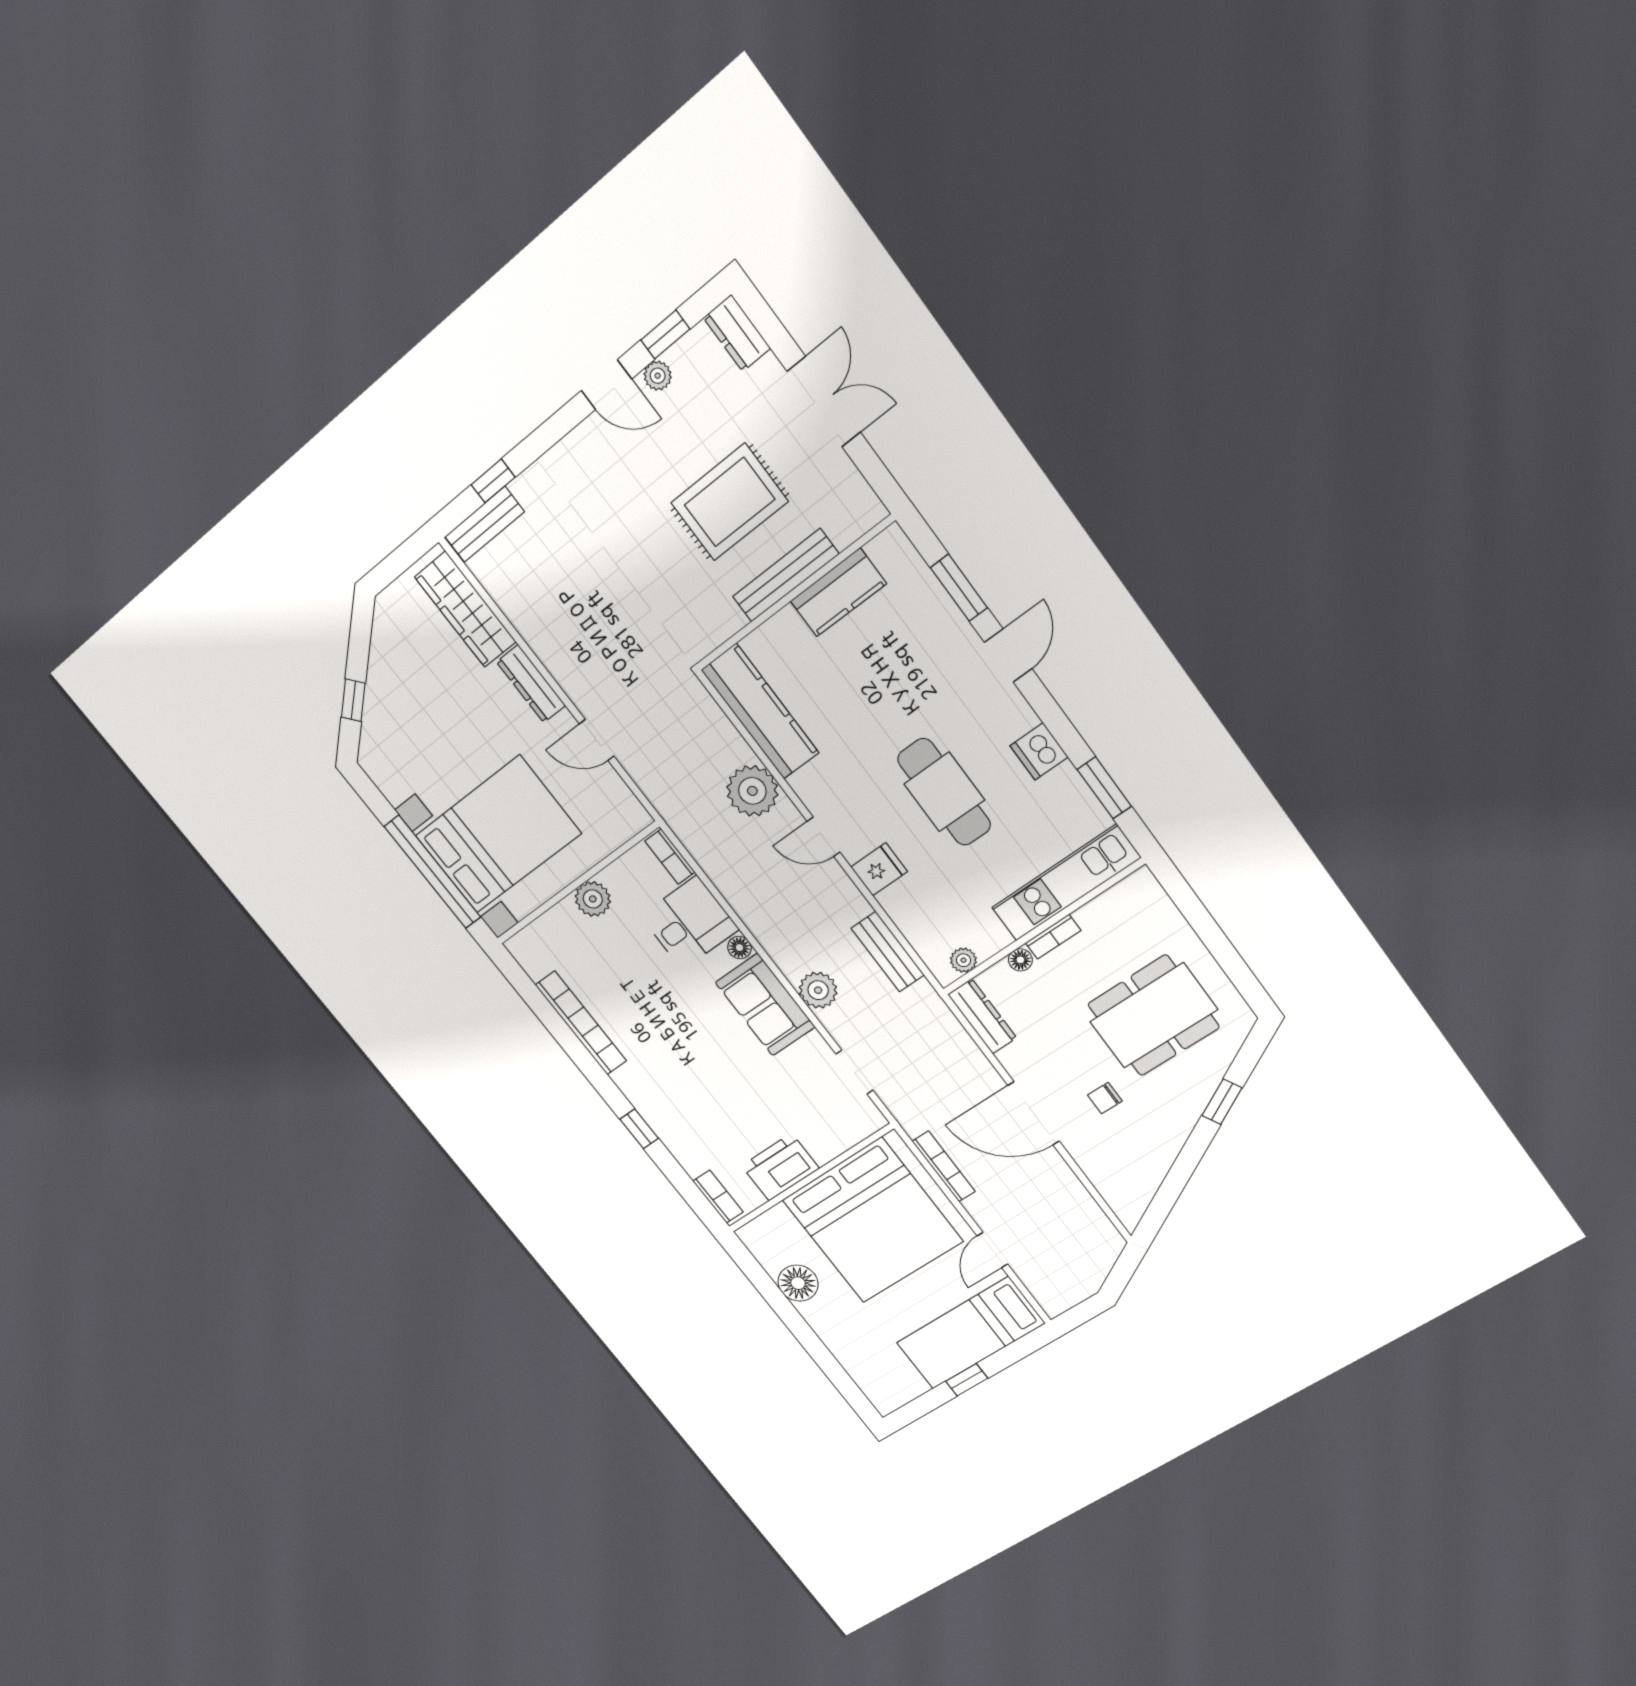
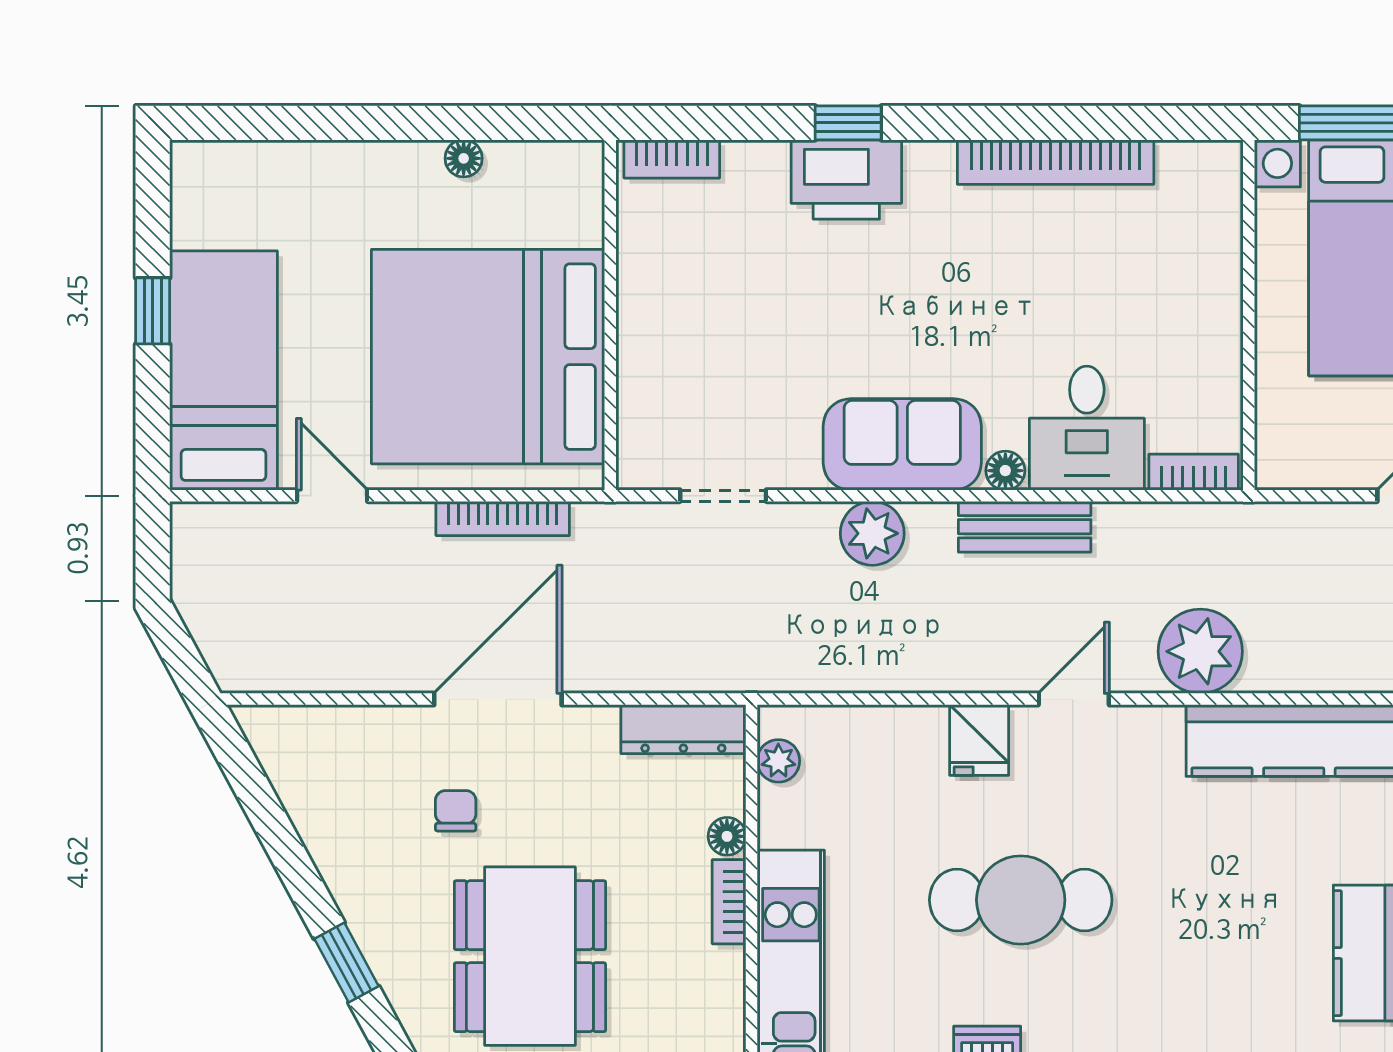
plant: (593, 899) -> (1212, 319), removed
bench: (888, 952) -> (1025, 527), moved
printer: (780, 1167) -> (846, 179), moved, turned 90
floor lamp: (798, 1283) -> (464, 158), width x0.53, depth x0.53

